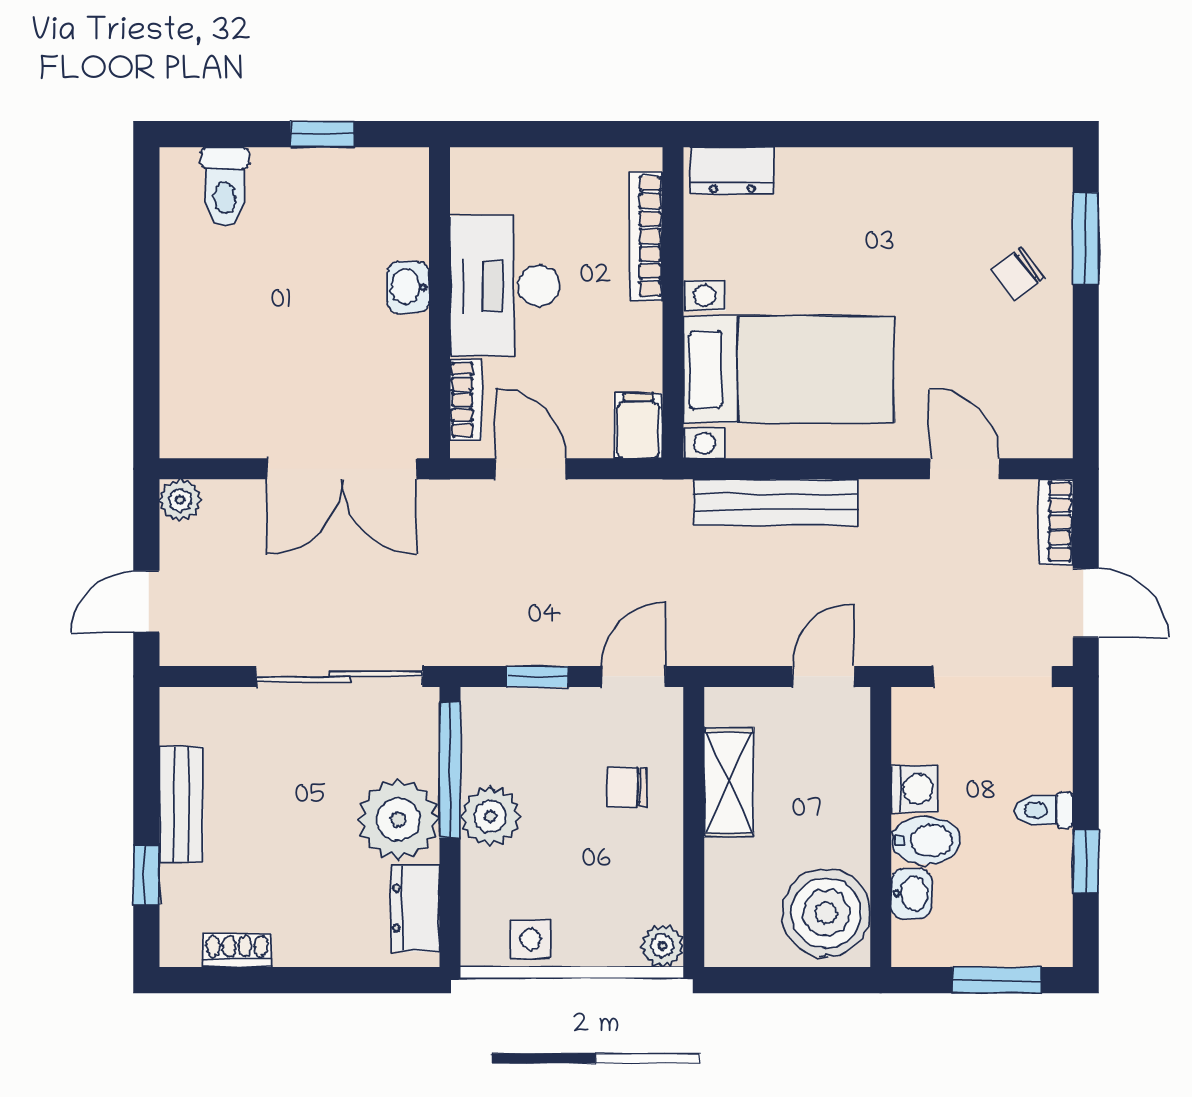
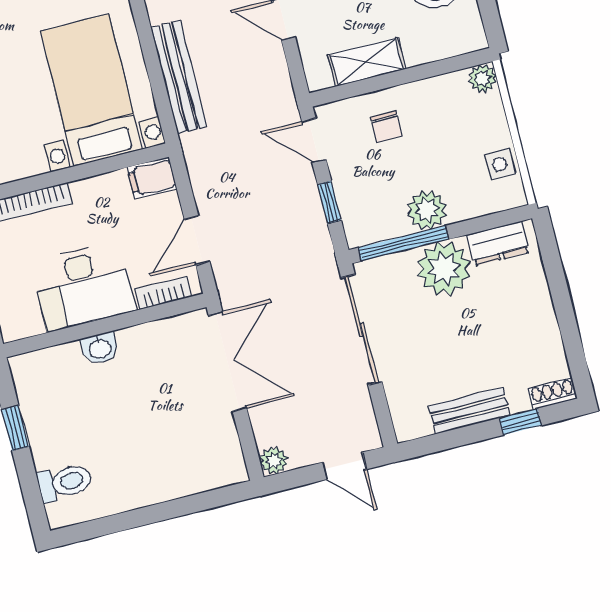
shoe rack: (237, 950) -> (553, 393), moved, turned 90

